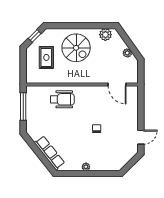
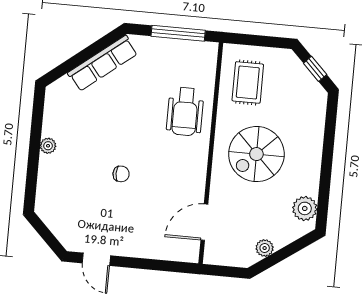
spiral stairs: (76, 48) -> (256, 154), moved
rug: (46, 57) -> (248, 83), moved, turned 90
row of seats: (49, 153) -> (103, 63), moved

